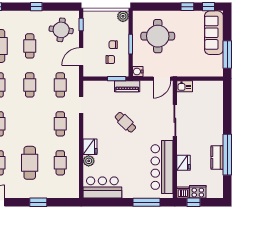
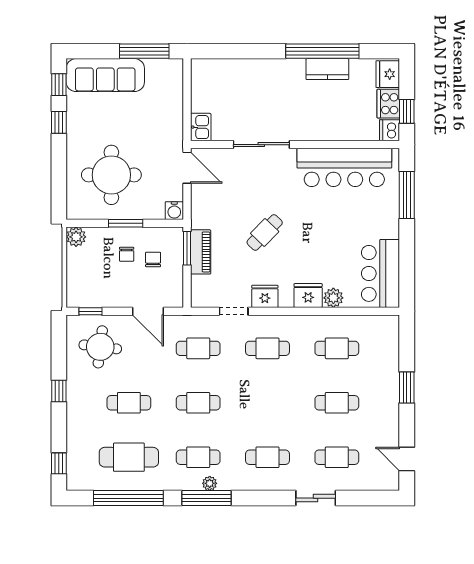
piano: (127, 86) -> (201, 252), moved
fridge: (90, 122) -> (265, 296), added
cafe table: (30, 163) -> (337, 403), width x0.73, depth x0.74
fridge: (183, 163) -> (388, 74), moved, turned -90

